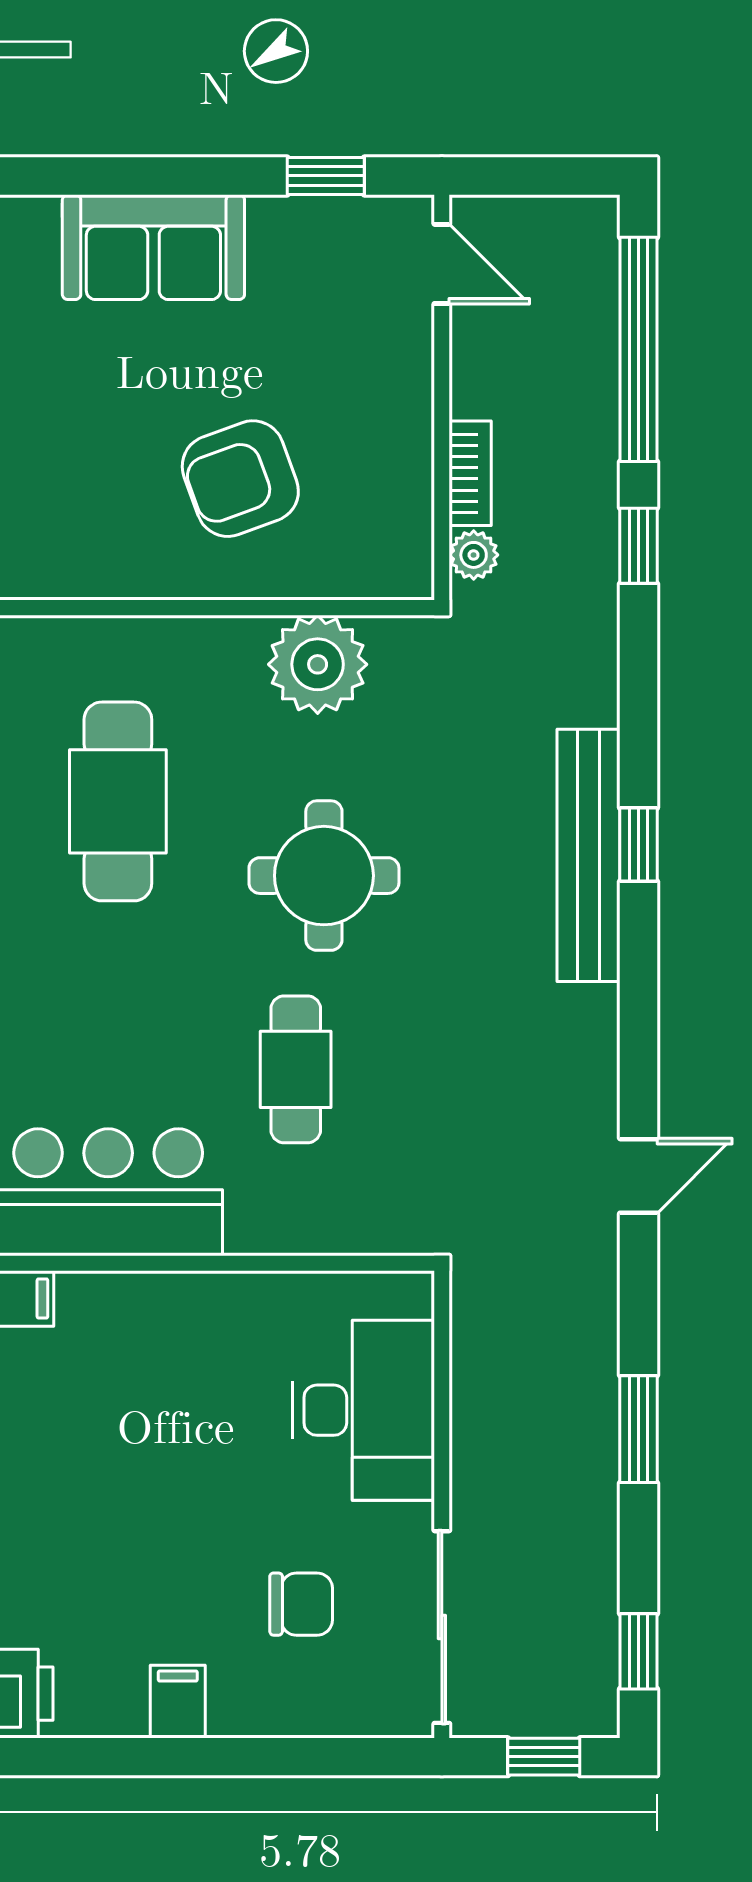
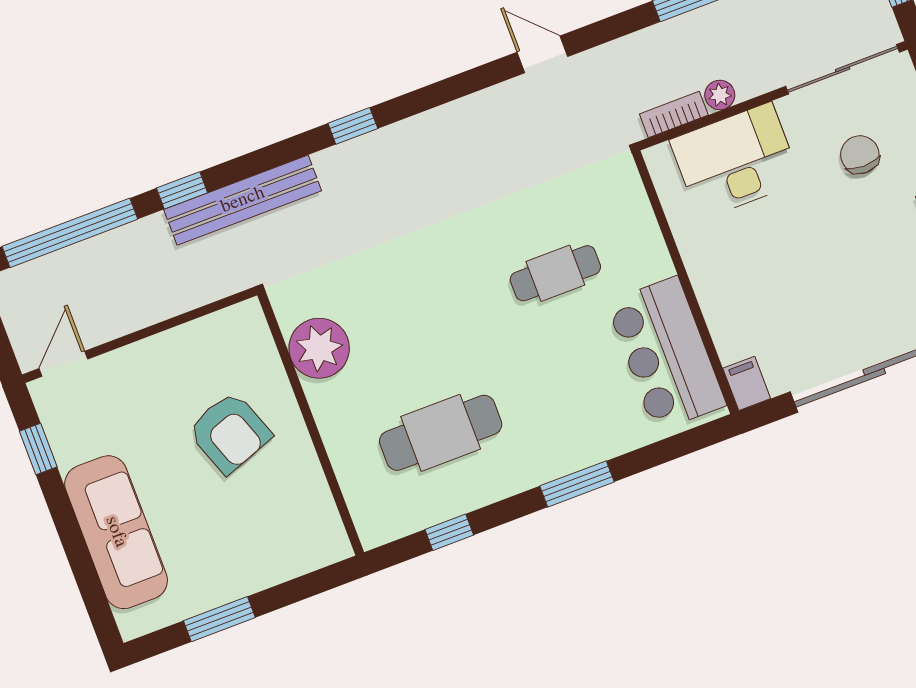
sofa: (153, 247) -> (116, 532), width x1.36
bookcase: (470, 473) -> (674, 115), moved
plant: (474, 555) -> (720, 95), moved
bench: (589, 855) -> (243, 200), moved
round table: (324, 876) -> (439, 299), removed

